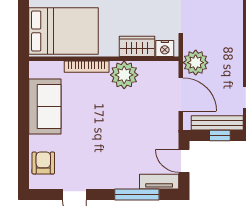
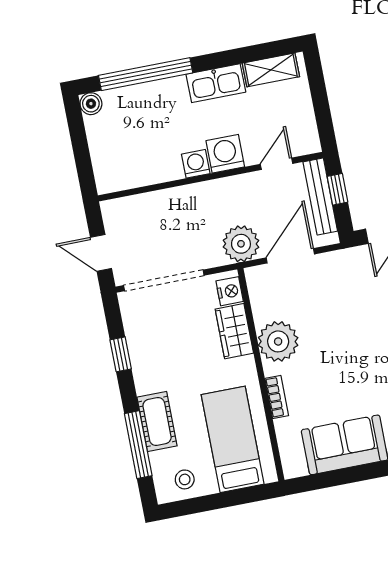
bed: (64, 31) -> (233, 439), width x0.67
bookcase: (87, 67) -> (277, 397), width x0.64

